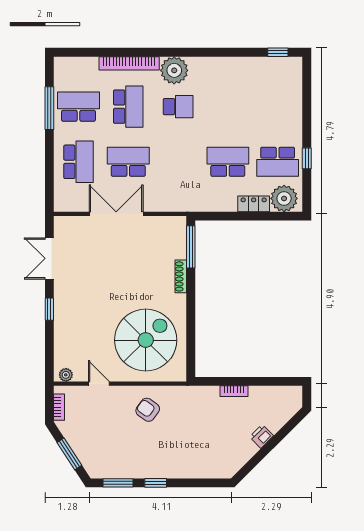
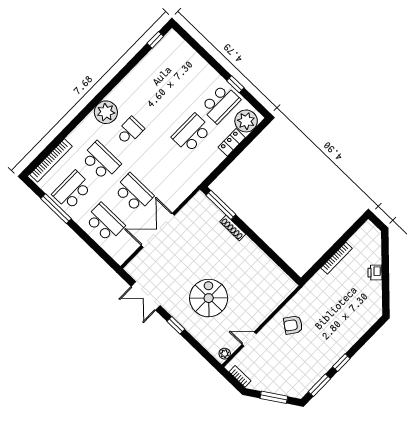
bookcase: (129, 63) -> (51, 160), moved
school desk: (128, 162) -> (134, 193), turned 90
spiral stairs: (146, 340) -> (209, 298), moved, width x0.73, depth x0.73
bookcase: (234, 391) -> (337, 258), width x1.56

